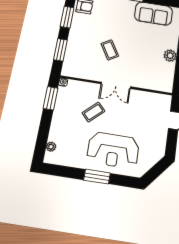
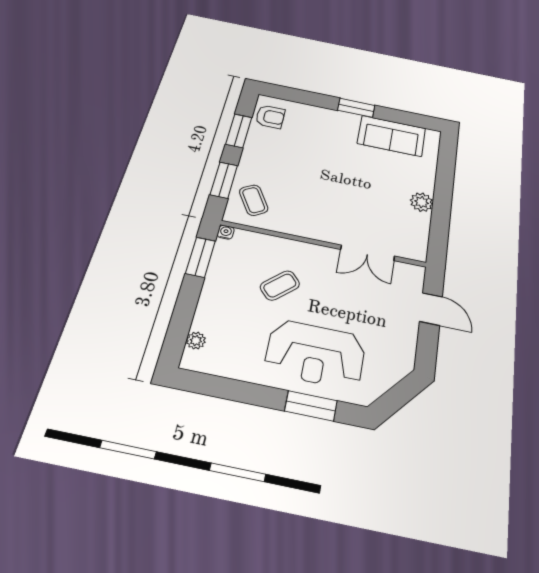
coffee table: (110, 50) -> (254, 200), moved
double door: (116, 85) -> (368, 253), moved
window: (97, 177) -> (311, 406), moved

